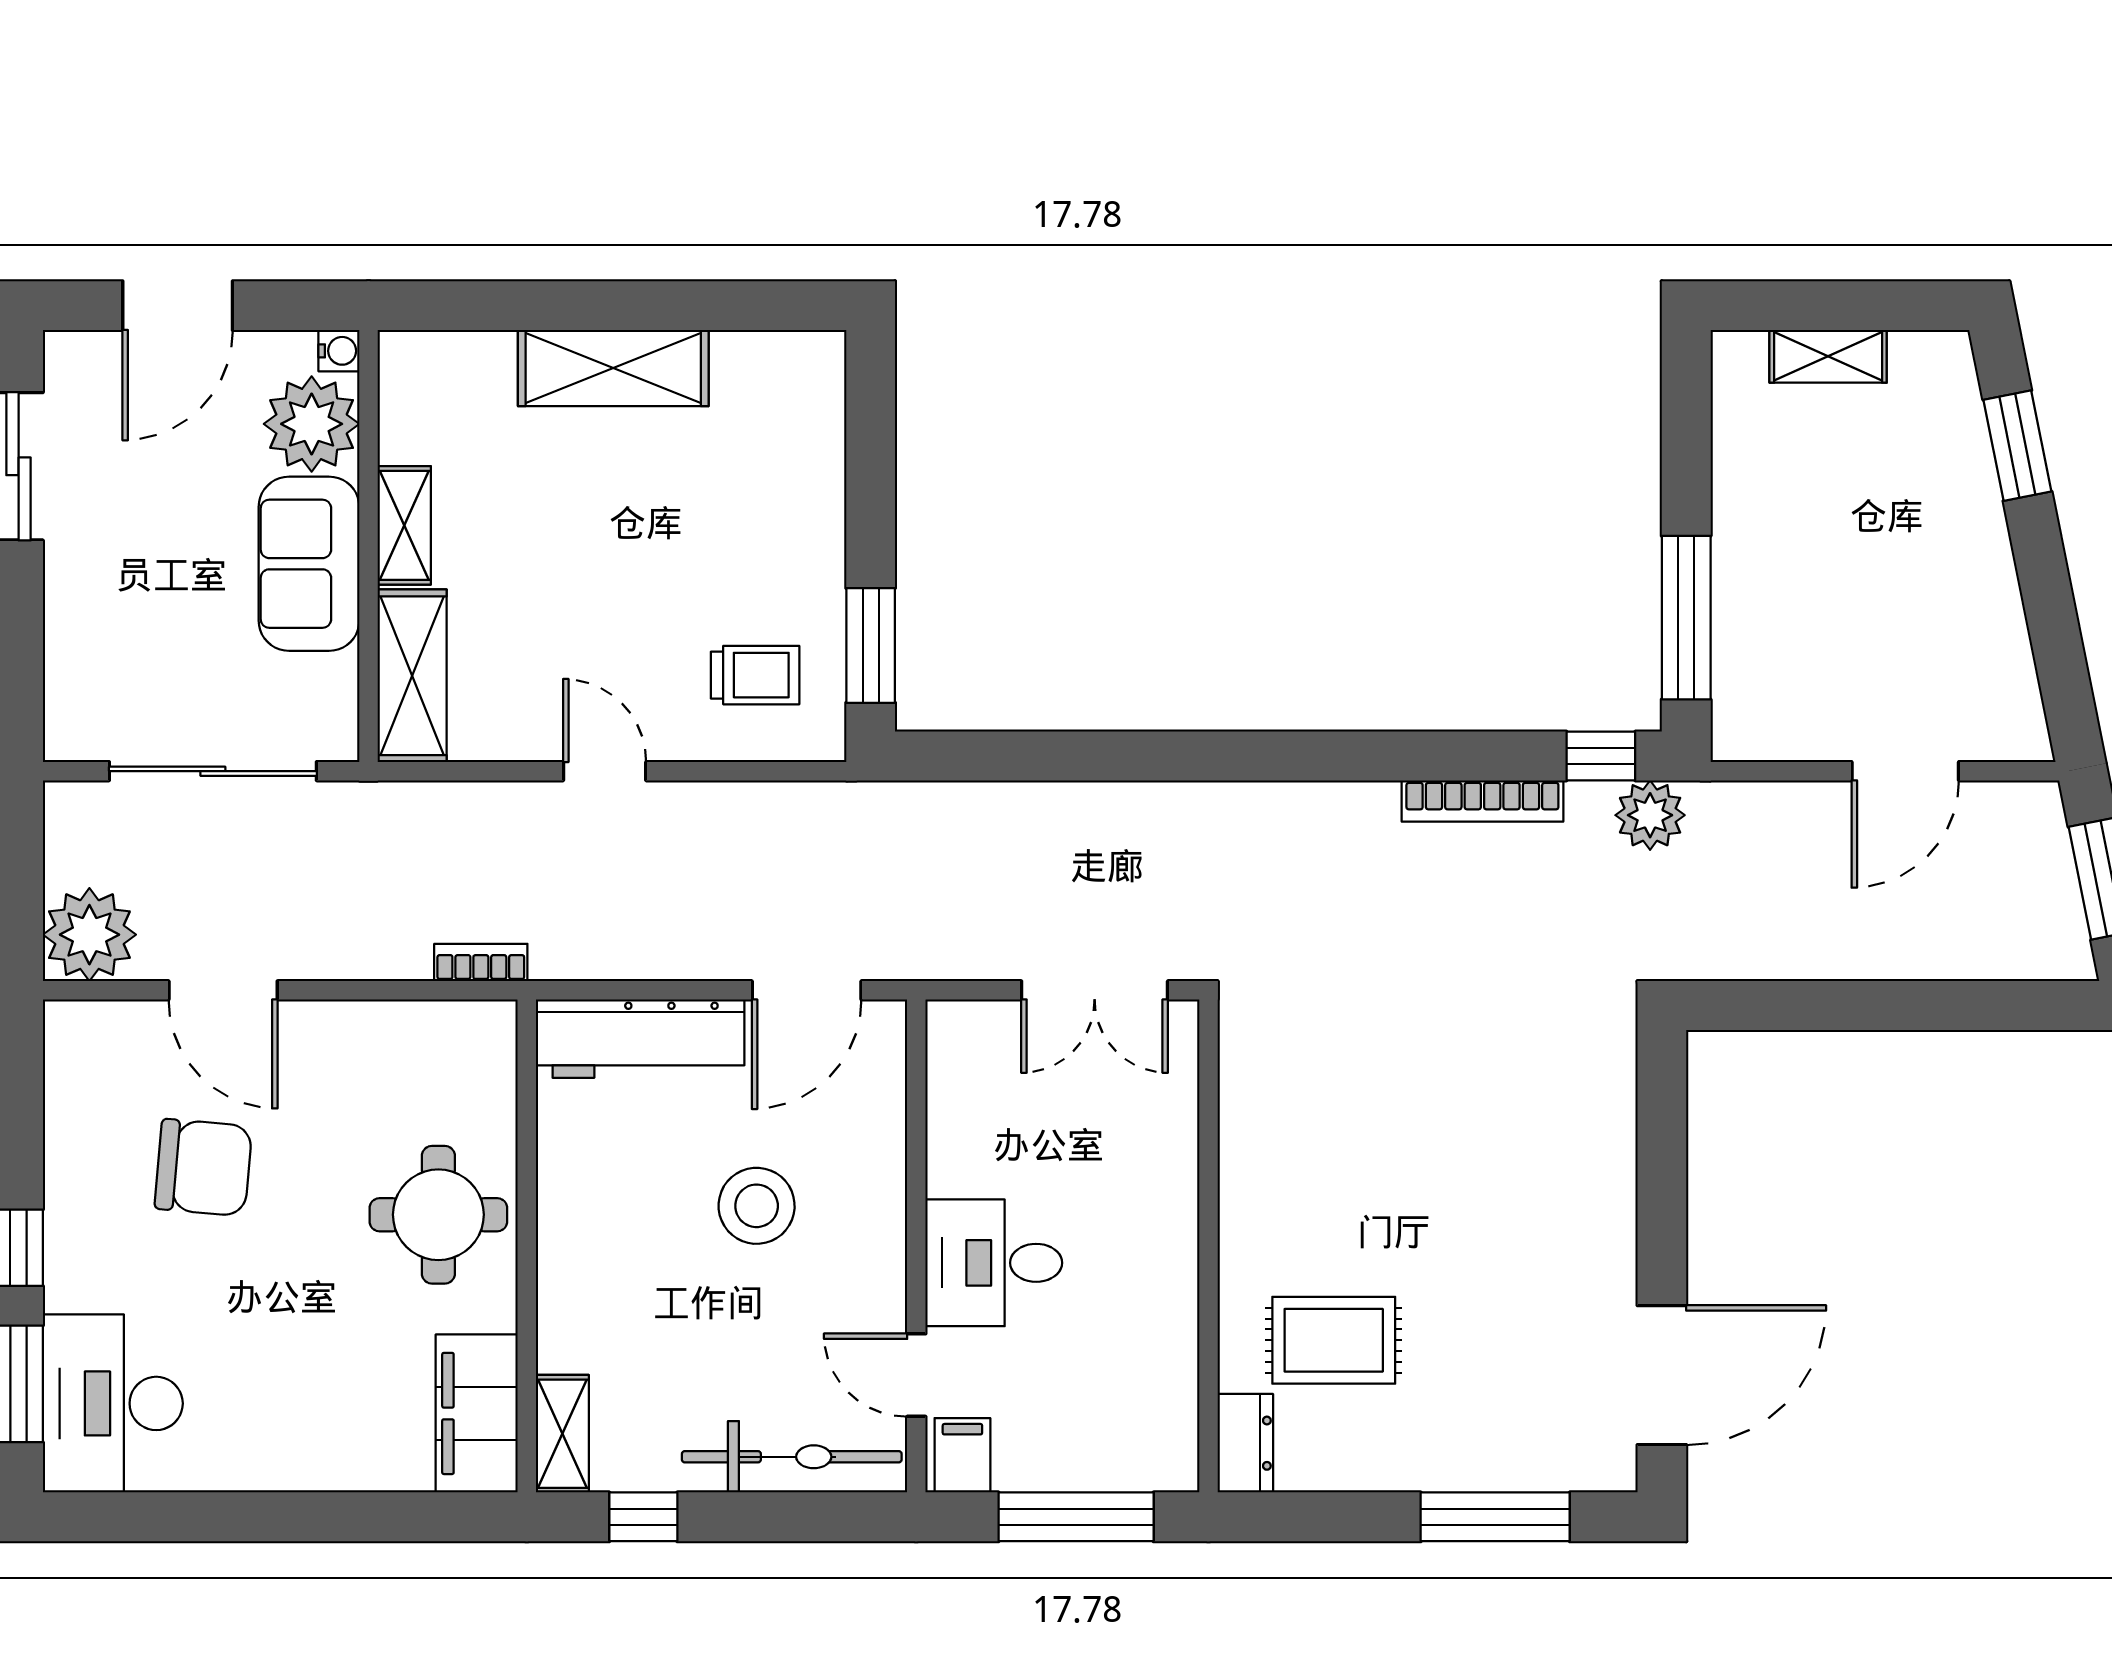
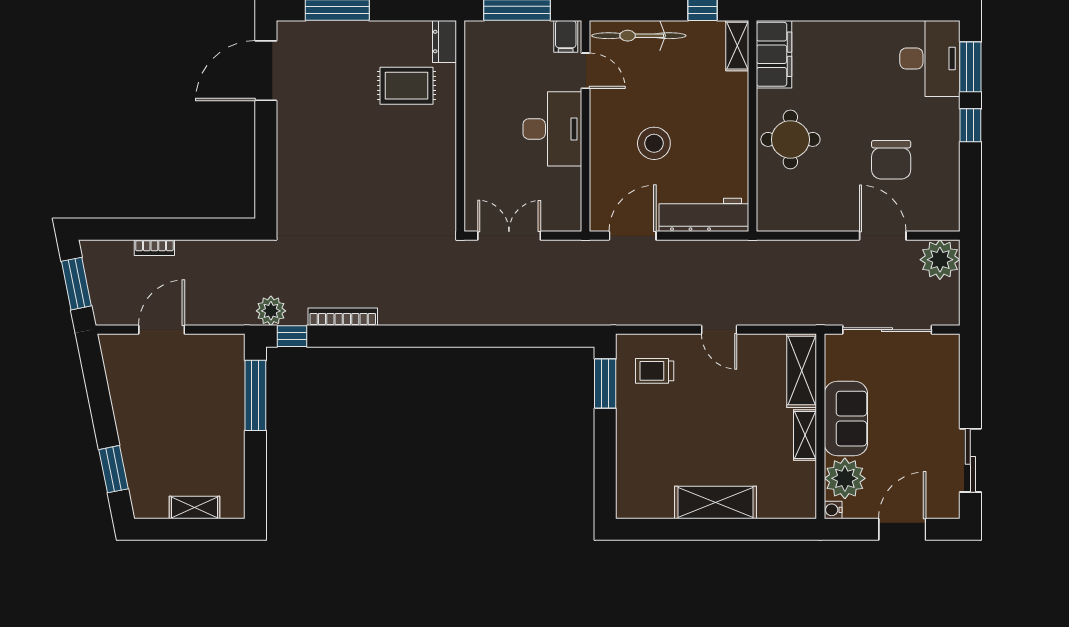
bookcase: (481, 963) -> (154, 248), moved
chair: (203, 1167) -> (891, 160), turned -95
desk: (994, 1263) -> (552, 129), width x1.37

